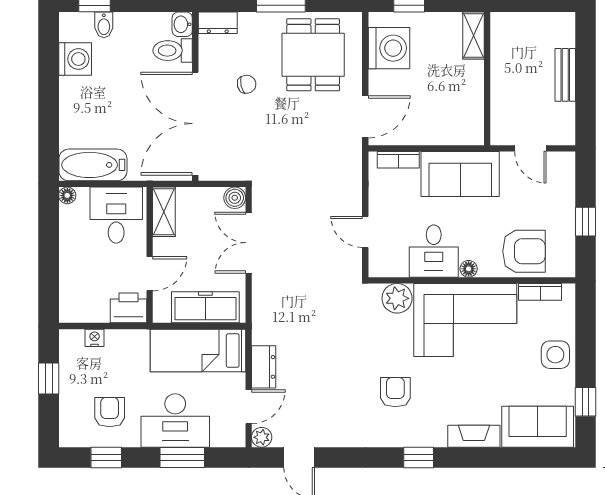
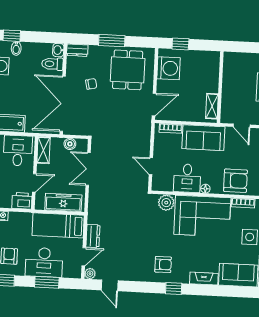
shelving: (473, 36) -> (212, 106), moved
boiler: (235, 198) -> (70, 144), moved
armchair: (395, 392) -> (163, 264), moved, turned 90

